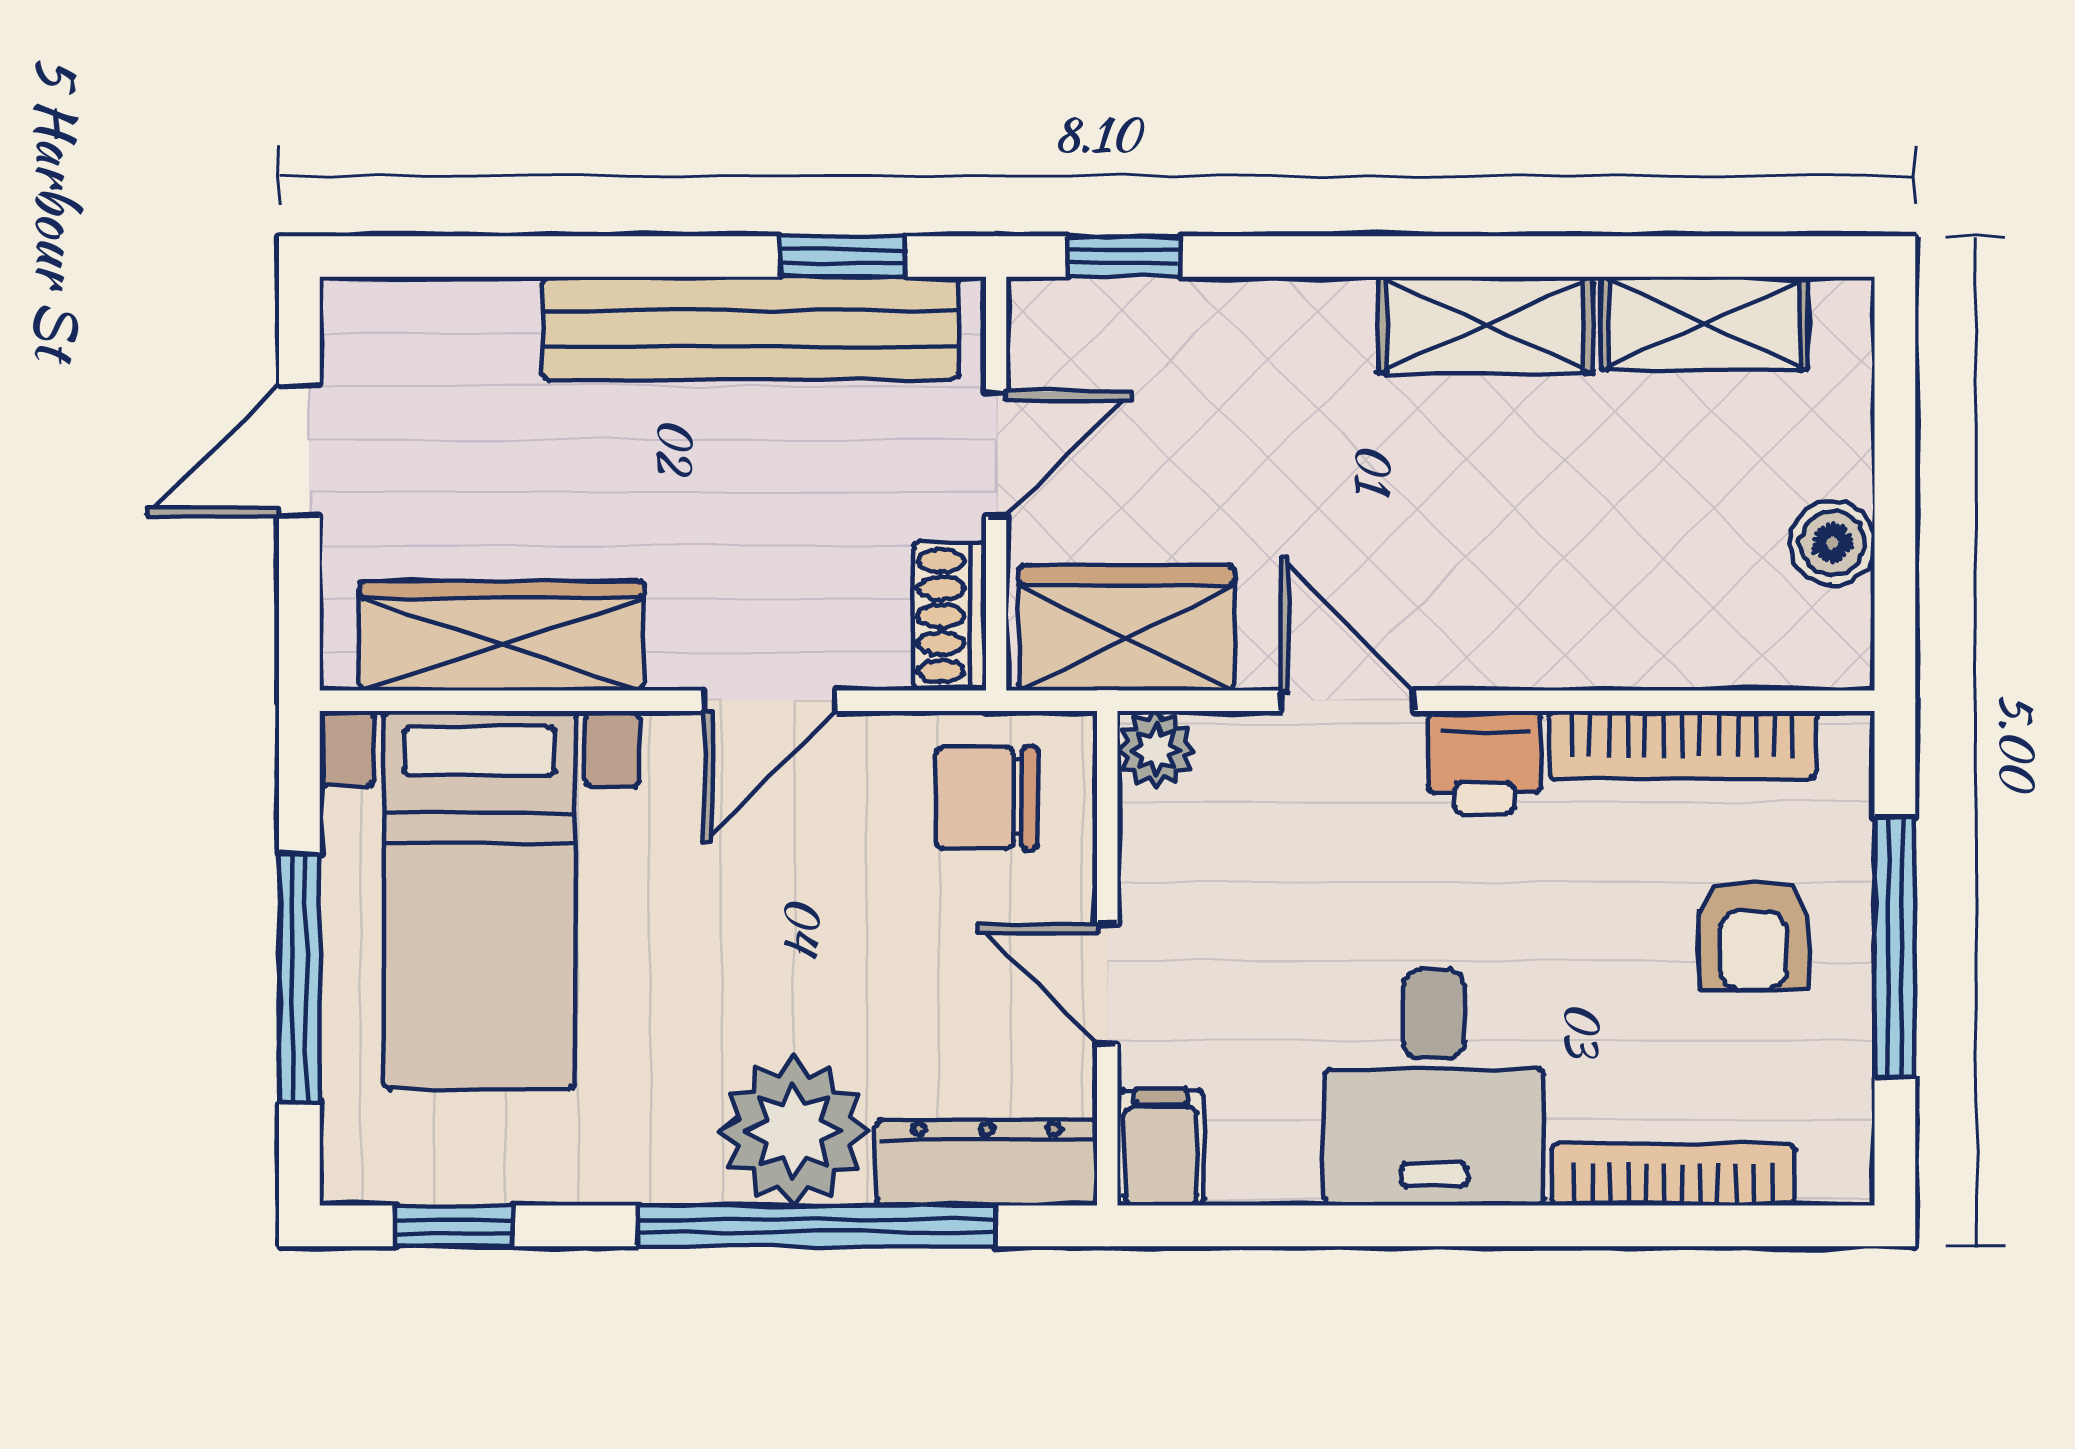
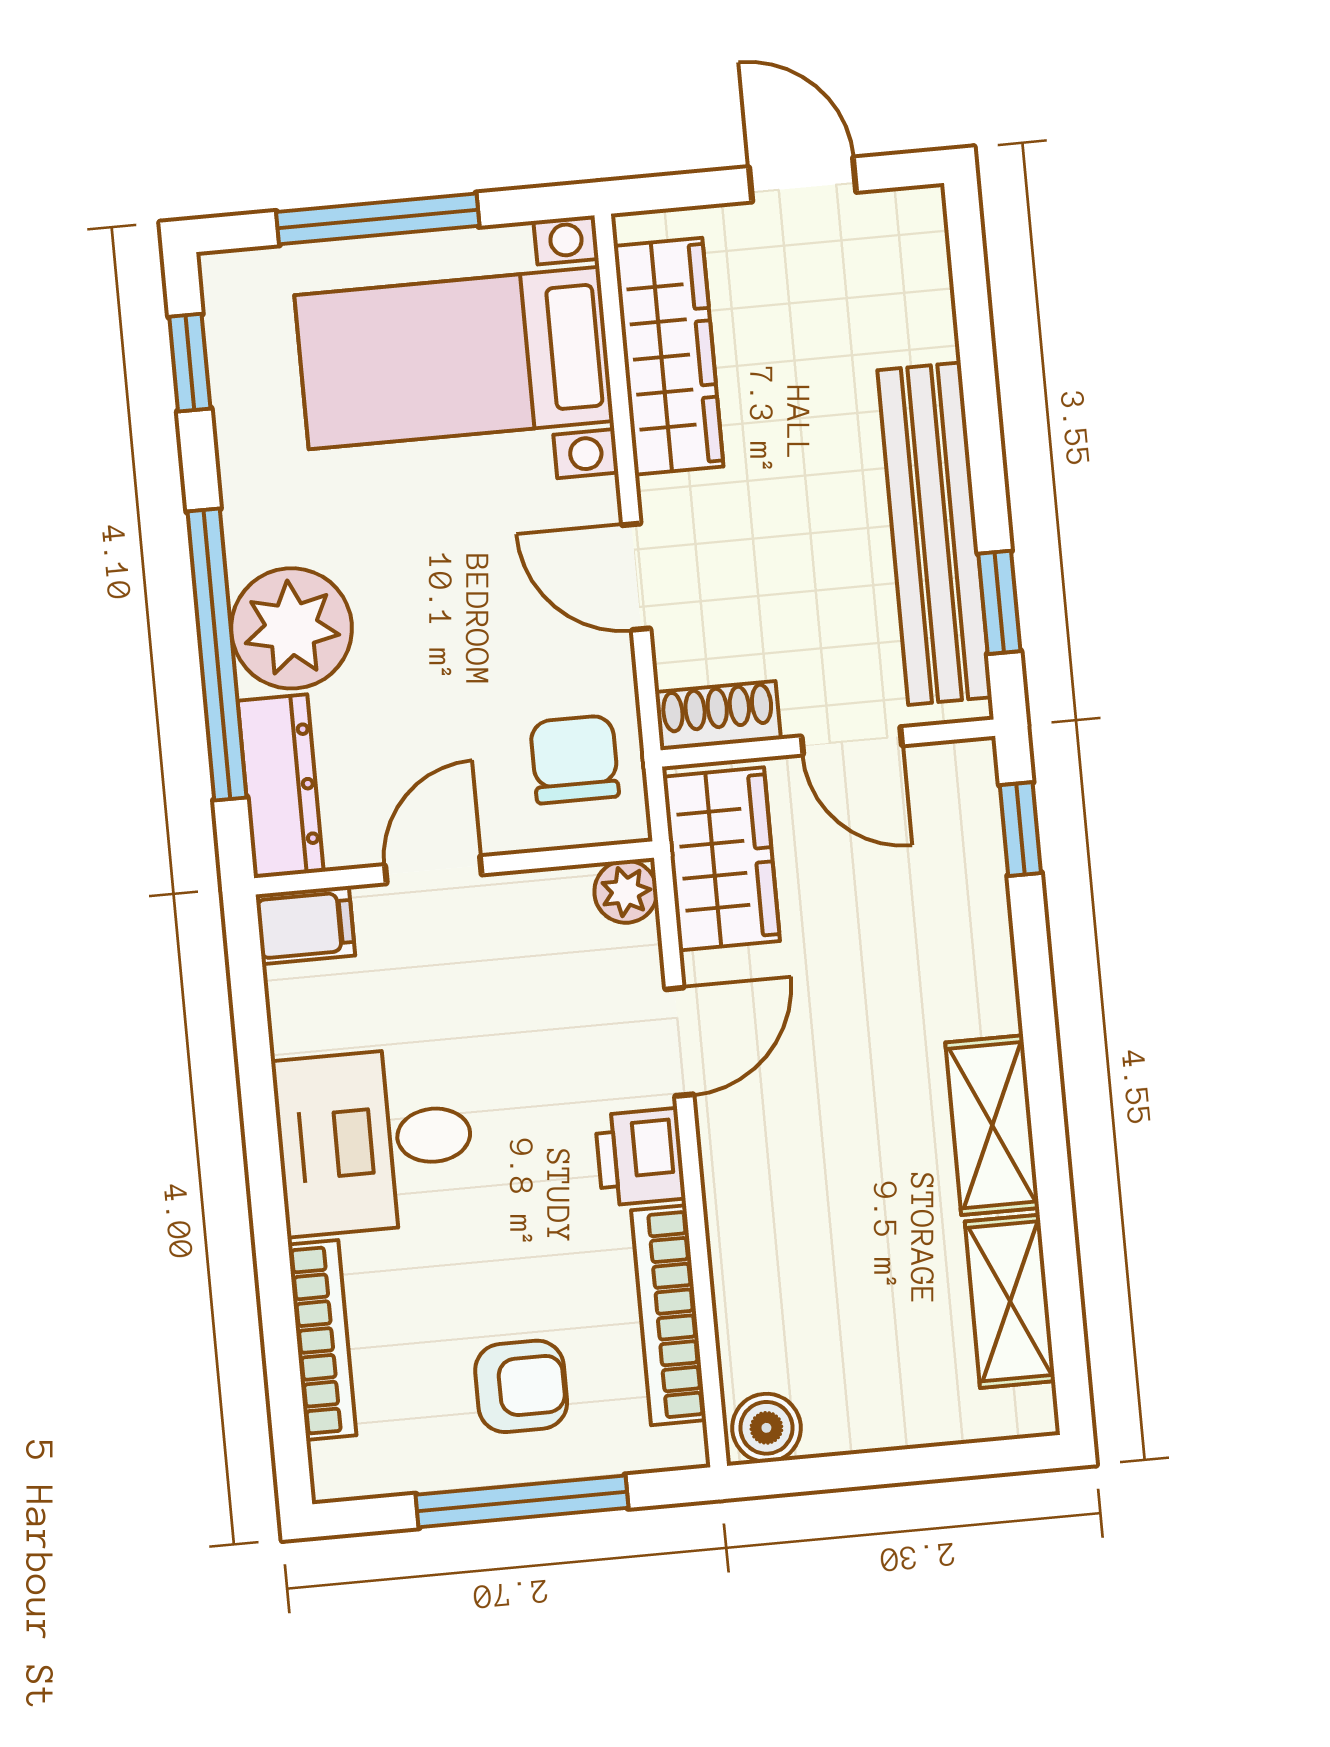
boiler: (1832, 543) -> (766, 1428), moved
armchair: (1753, 935) -> (521, 1386), turned 180

